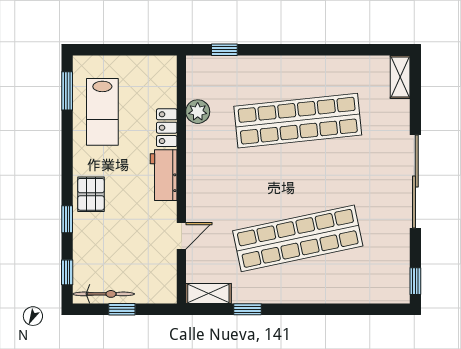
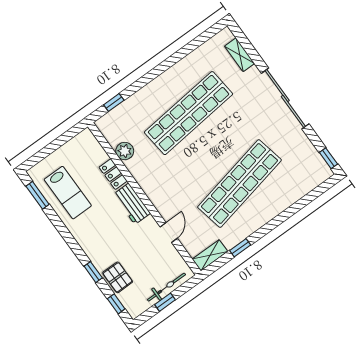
shelving: (400, 77) -> (240, 55), moved
pallet: (91, 194) -> (118, 277), moved
bicycle: (104, 294) -> (167, 287), moved

